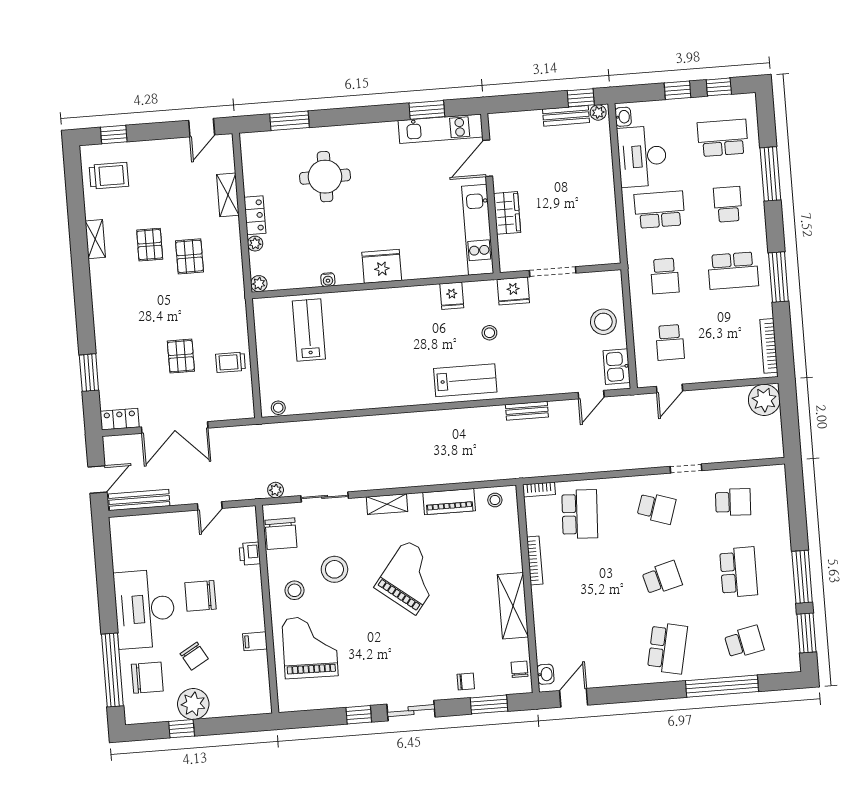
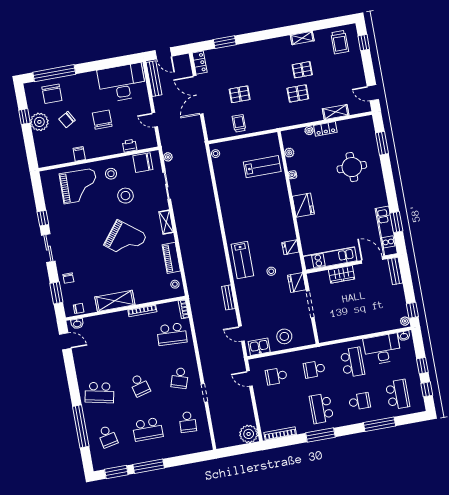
bench: (566, 116) -> (395, 271), moved
plant: (259, 284) -> (289, 153), moved
desk: (145, 609) -> (122, 83), moved

